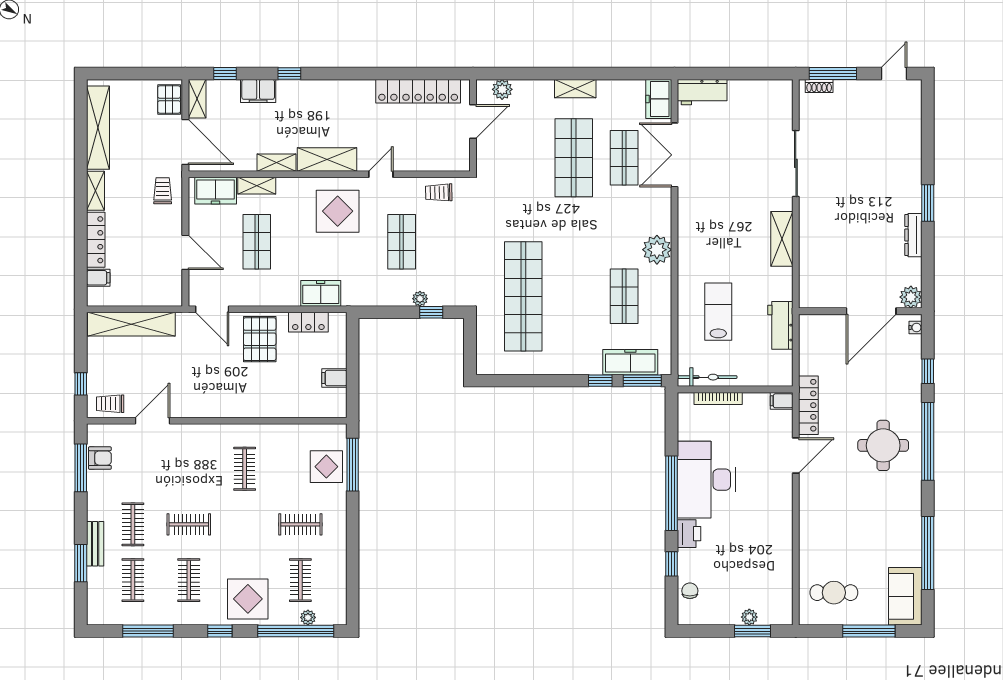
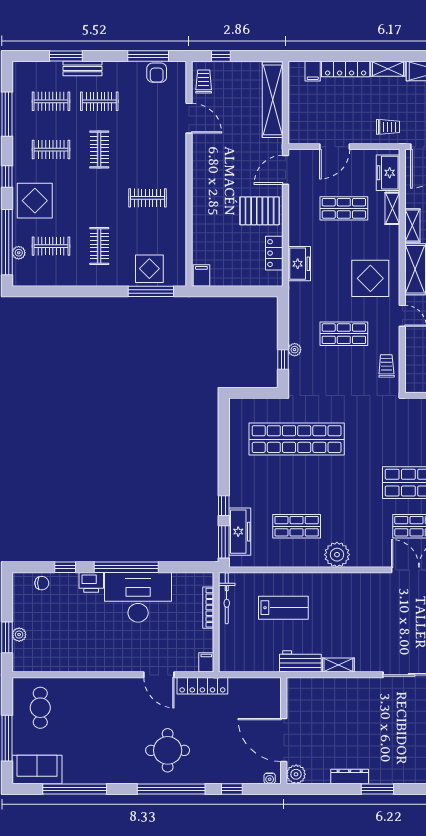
shelving: (782, 239) -> (338, 665), width x0.67, depth x0.75
workbench: (780, 325) -> (300, 661), moved
filing cabinet: (334, 378) -> (201, 275), moved

